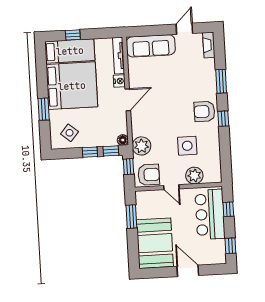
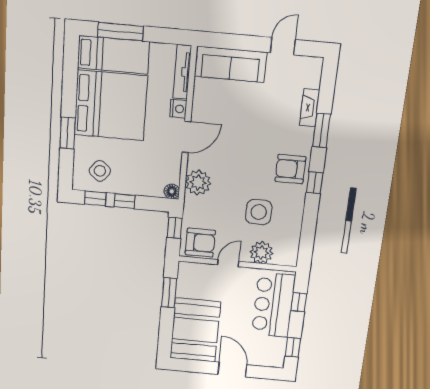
window: (73, 35) -> (120, 32), width x2.17
fireplace: (209, 45) -> (310, 108), moved
plant: (141, 146) -> (198, 183), moved
window: (111, 151) -> (95, 198), moved
door: (171, 187) -> (228, 263), swing flipped

